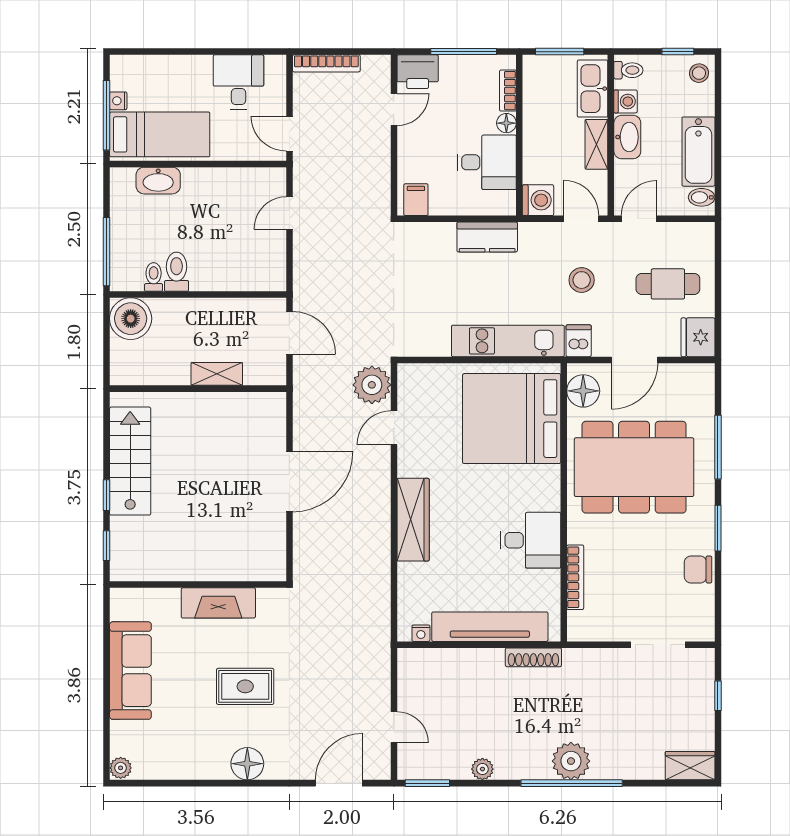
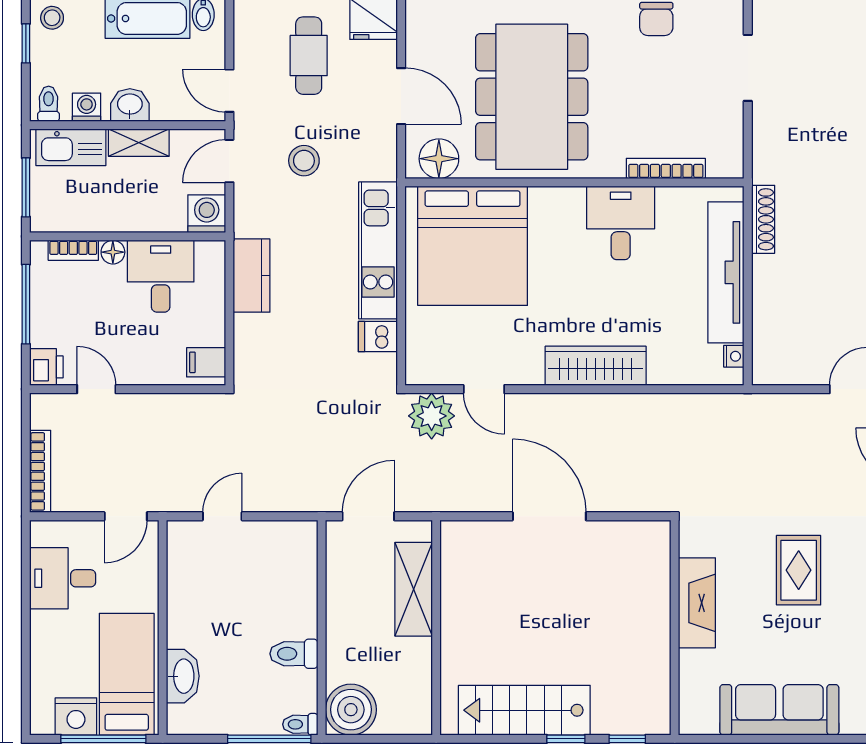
printer: (418, 72) -> (46, 367), width x0.73, depth x0.81
nightstand: (118, 101) -> (76, 716), width x1.89, depth x1.79
washbasin: (627, 137) -> (130, 105), width x0.72
door: (289, 213) -> (222, 516), swing flipped
toilet: (154, 277) -> (300, 724), moved
dishwasher: (579, 341) -> (378, 337), moved
shelving: (217, 374) -> (414, 589), width x1.50, depth x1.33

